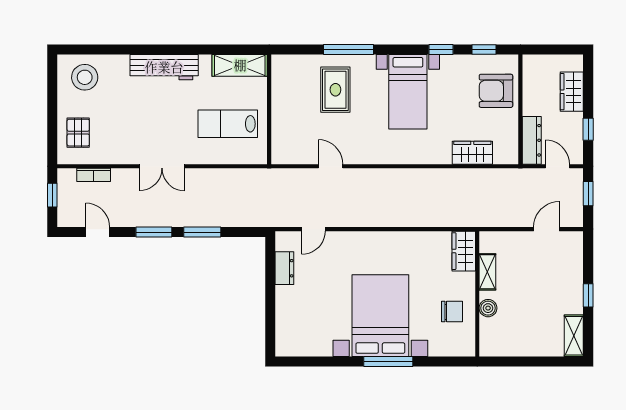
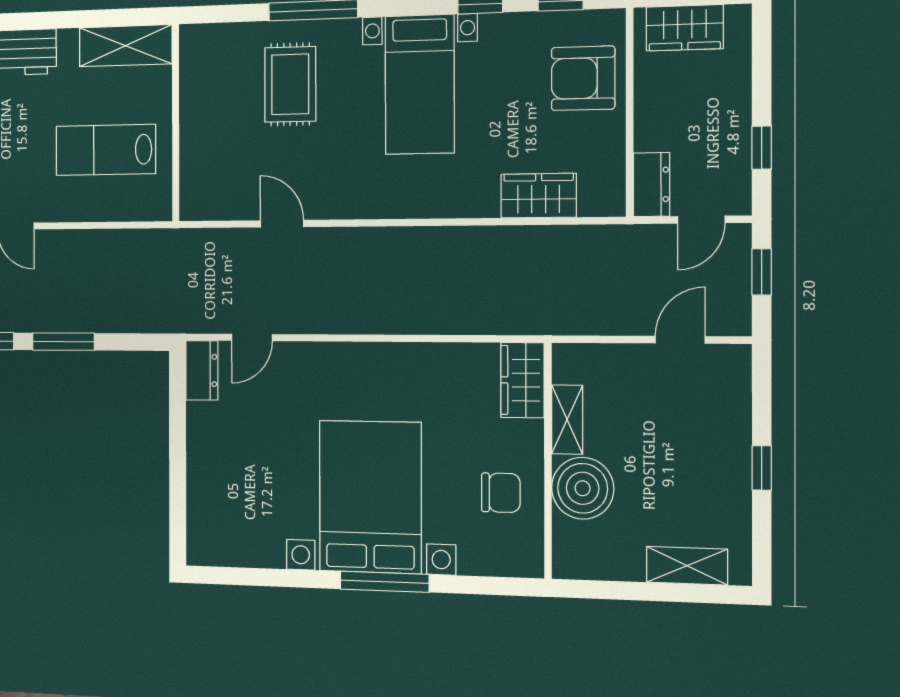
wardrobe: (572, 92) -> (685, 28), moved, turned -90
dresser: (532, 140) -> (652, 185), width x0.70
door: (557, 166) -> (701, 220), swing flipped
dresser: (284, 268) -> (202, 370), moved
boiler: (488, 308) -> (583, 488), width x1.86, depth x1.86
shelving: (574, 336) -> (687, 566), moved, turned 90

